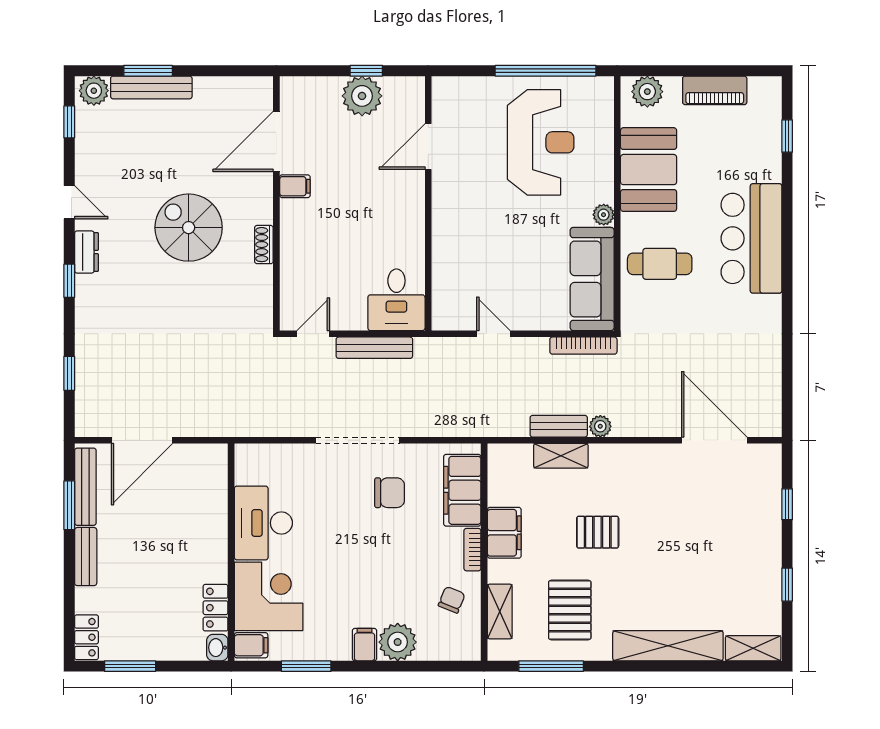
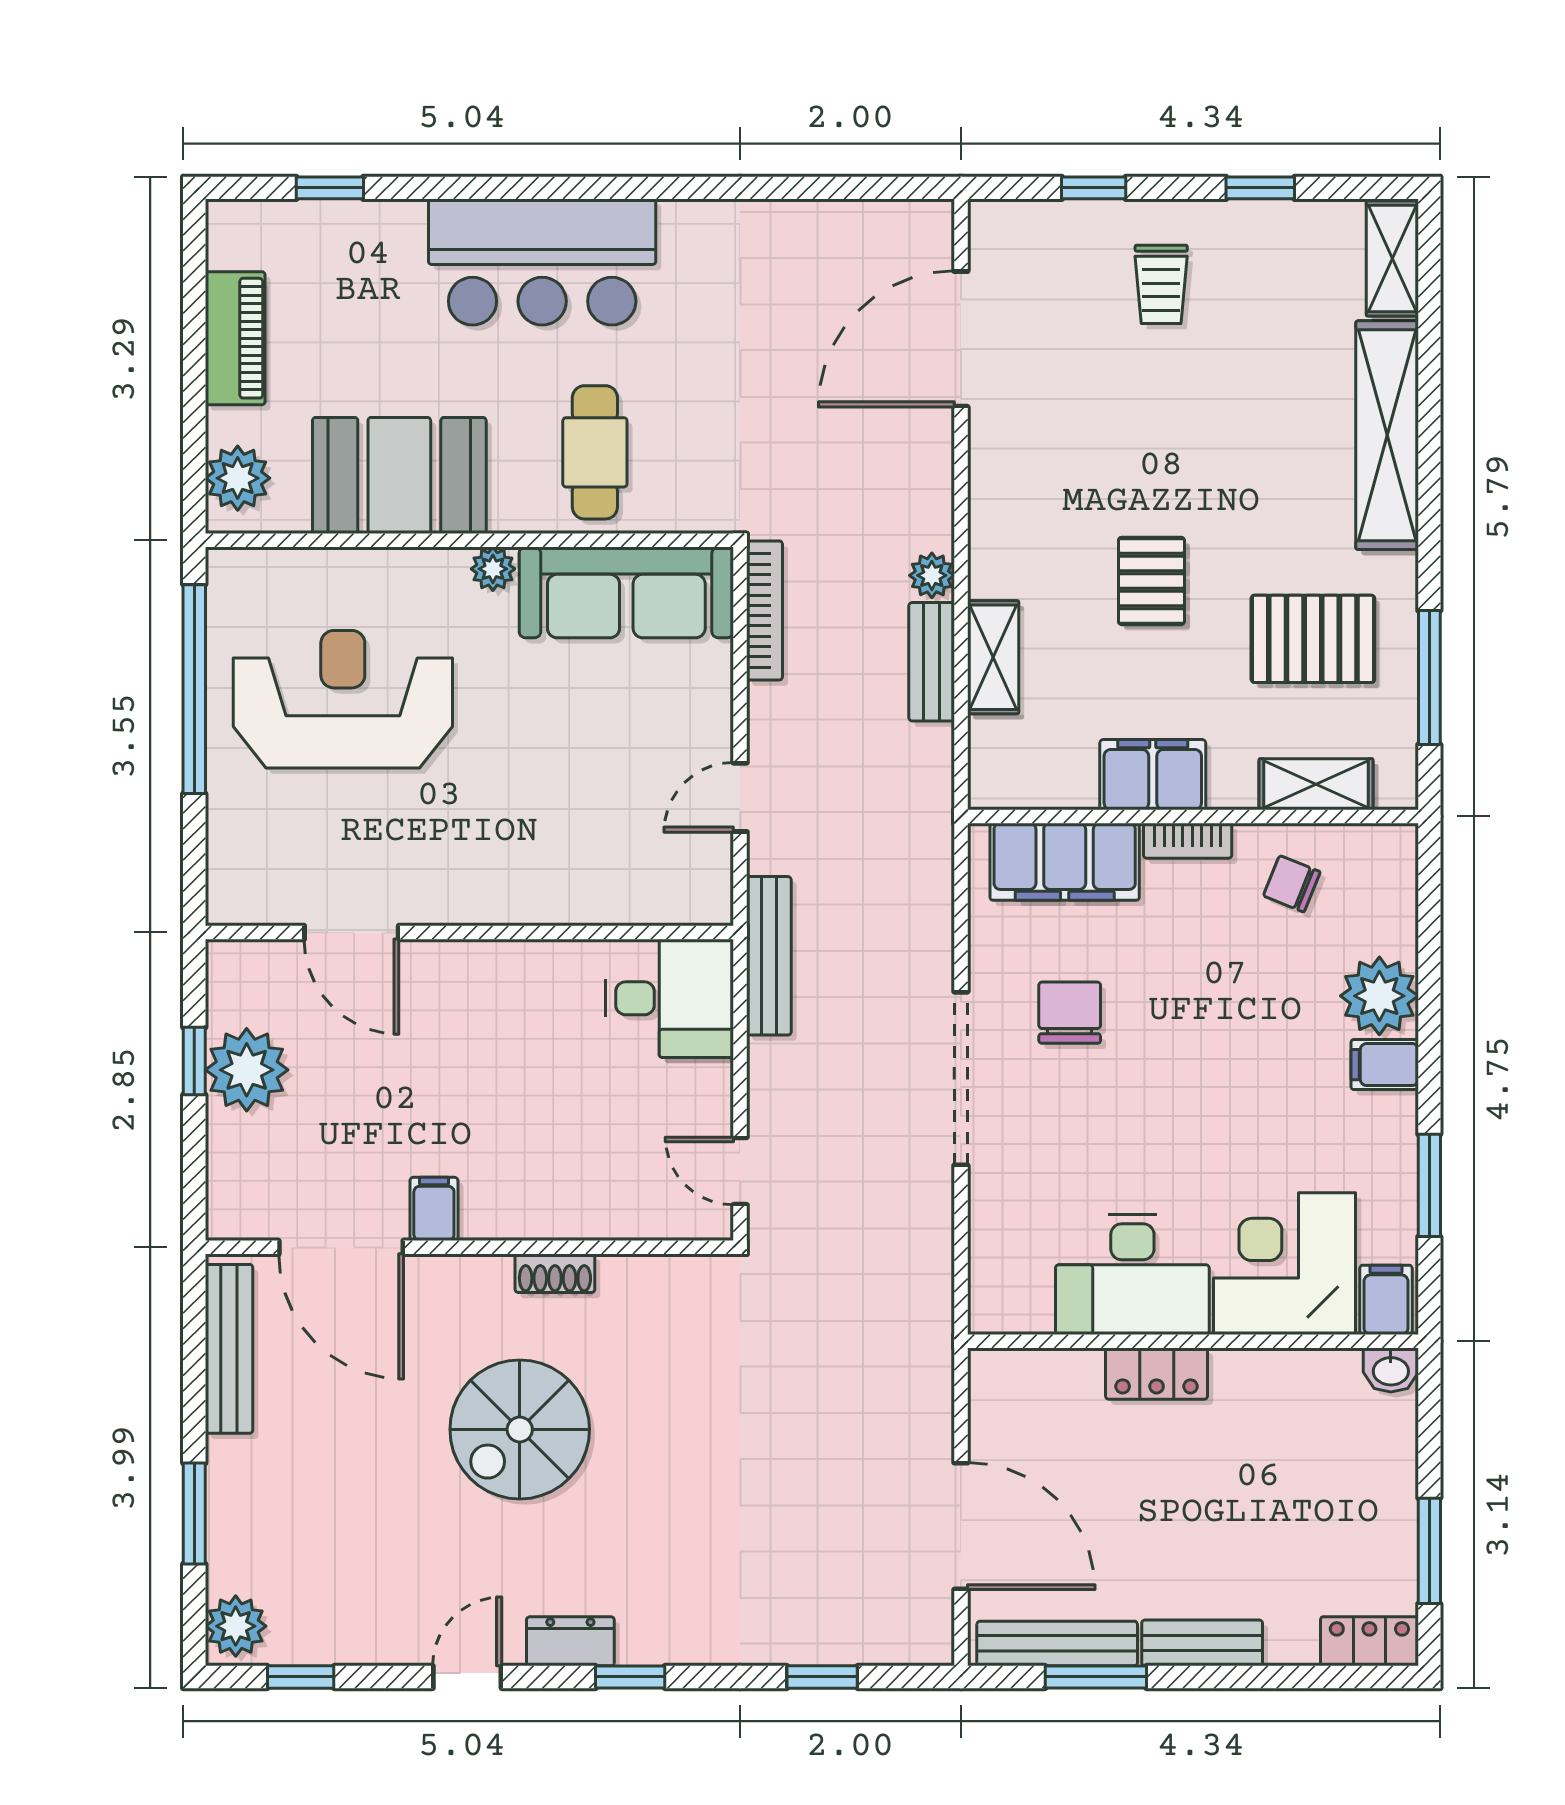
bench: (151, 87) -> (229, 1349), moved
bench: (374, 348) -> (769, 956), moved
trolley: (741, 537) -> (1161, 284), added
locker: (216, 608) -> (1157, 1374), moved

